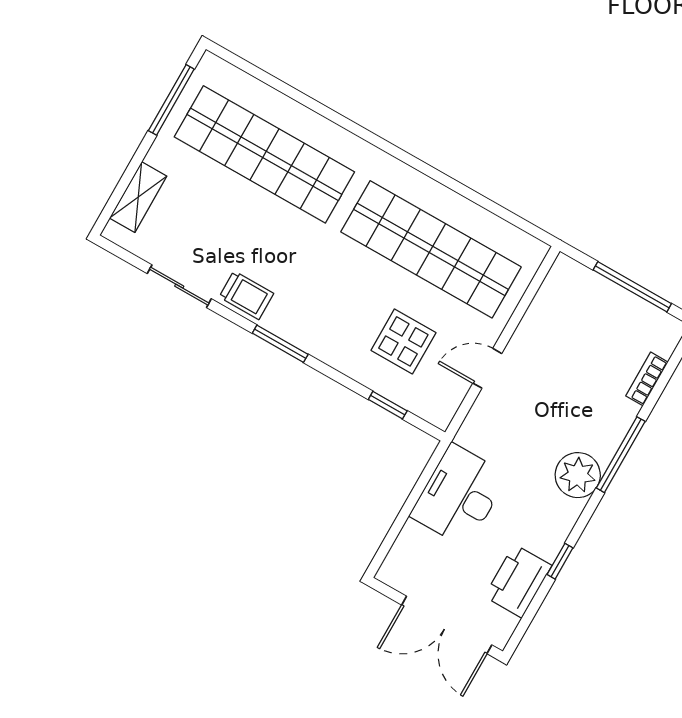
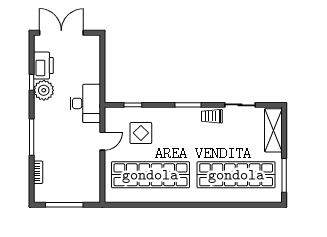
shelving: (138, 197) -> (273, 130), width x1.50, depth x1.33
plant: (578, 475) -> (44, 90), moved
desk: (459, 495) -> (85, 103), moved

